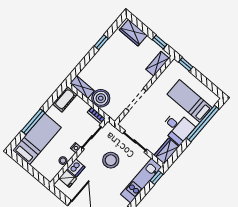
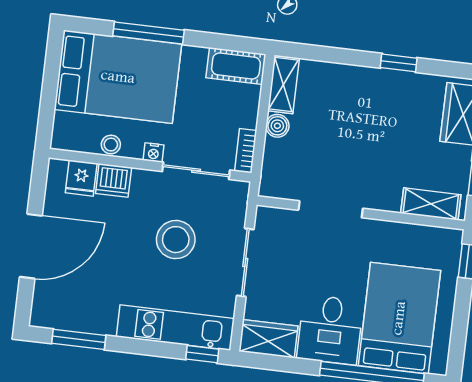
boiler: (101, 98) -> (277, 126), width x0.54, depth x0.54
bed: (190, 101) -> (399, 318), width x1.50
bed: (37, 139) -> (118, 77), width x1.50

